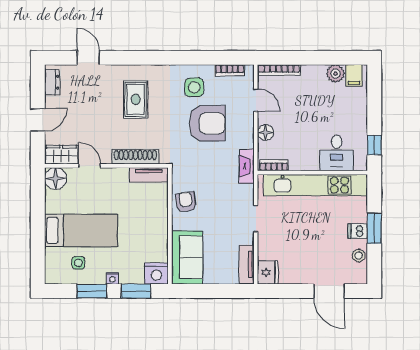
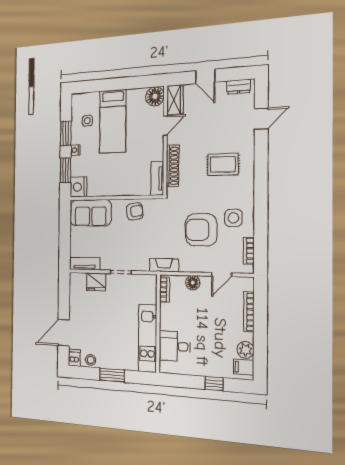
bookcase: (279, 70) -> (249, 312), moved
armchair: (207, 123) -> (201, 230), turned 90
window: (374, 145) -> (214, 384), moved
kitchen unit: (316, 185) -> (148, 338), width x0.73
dishwasher: (358, 231) -> (74, 358), moved
fridge: (268, 272) -> (96, 282), moved

